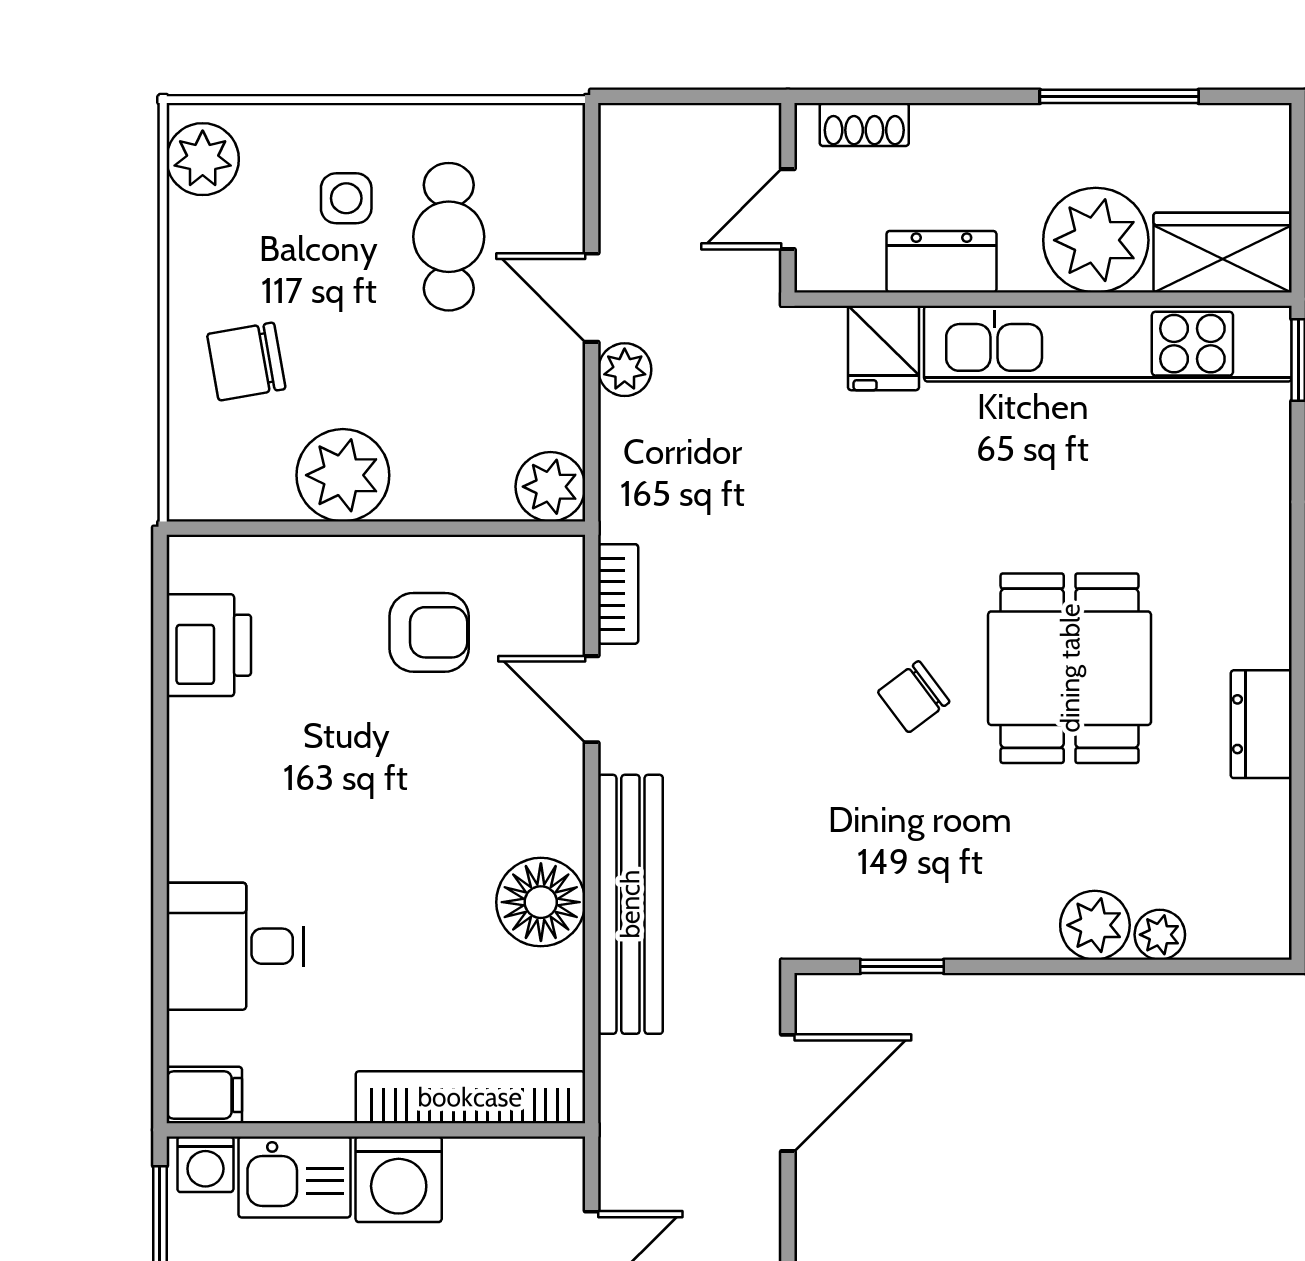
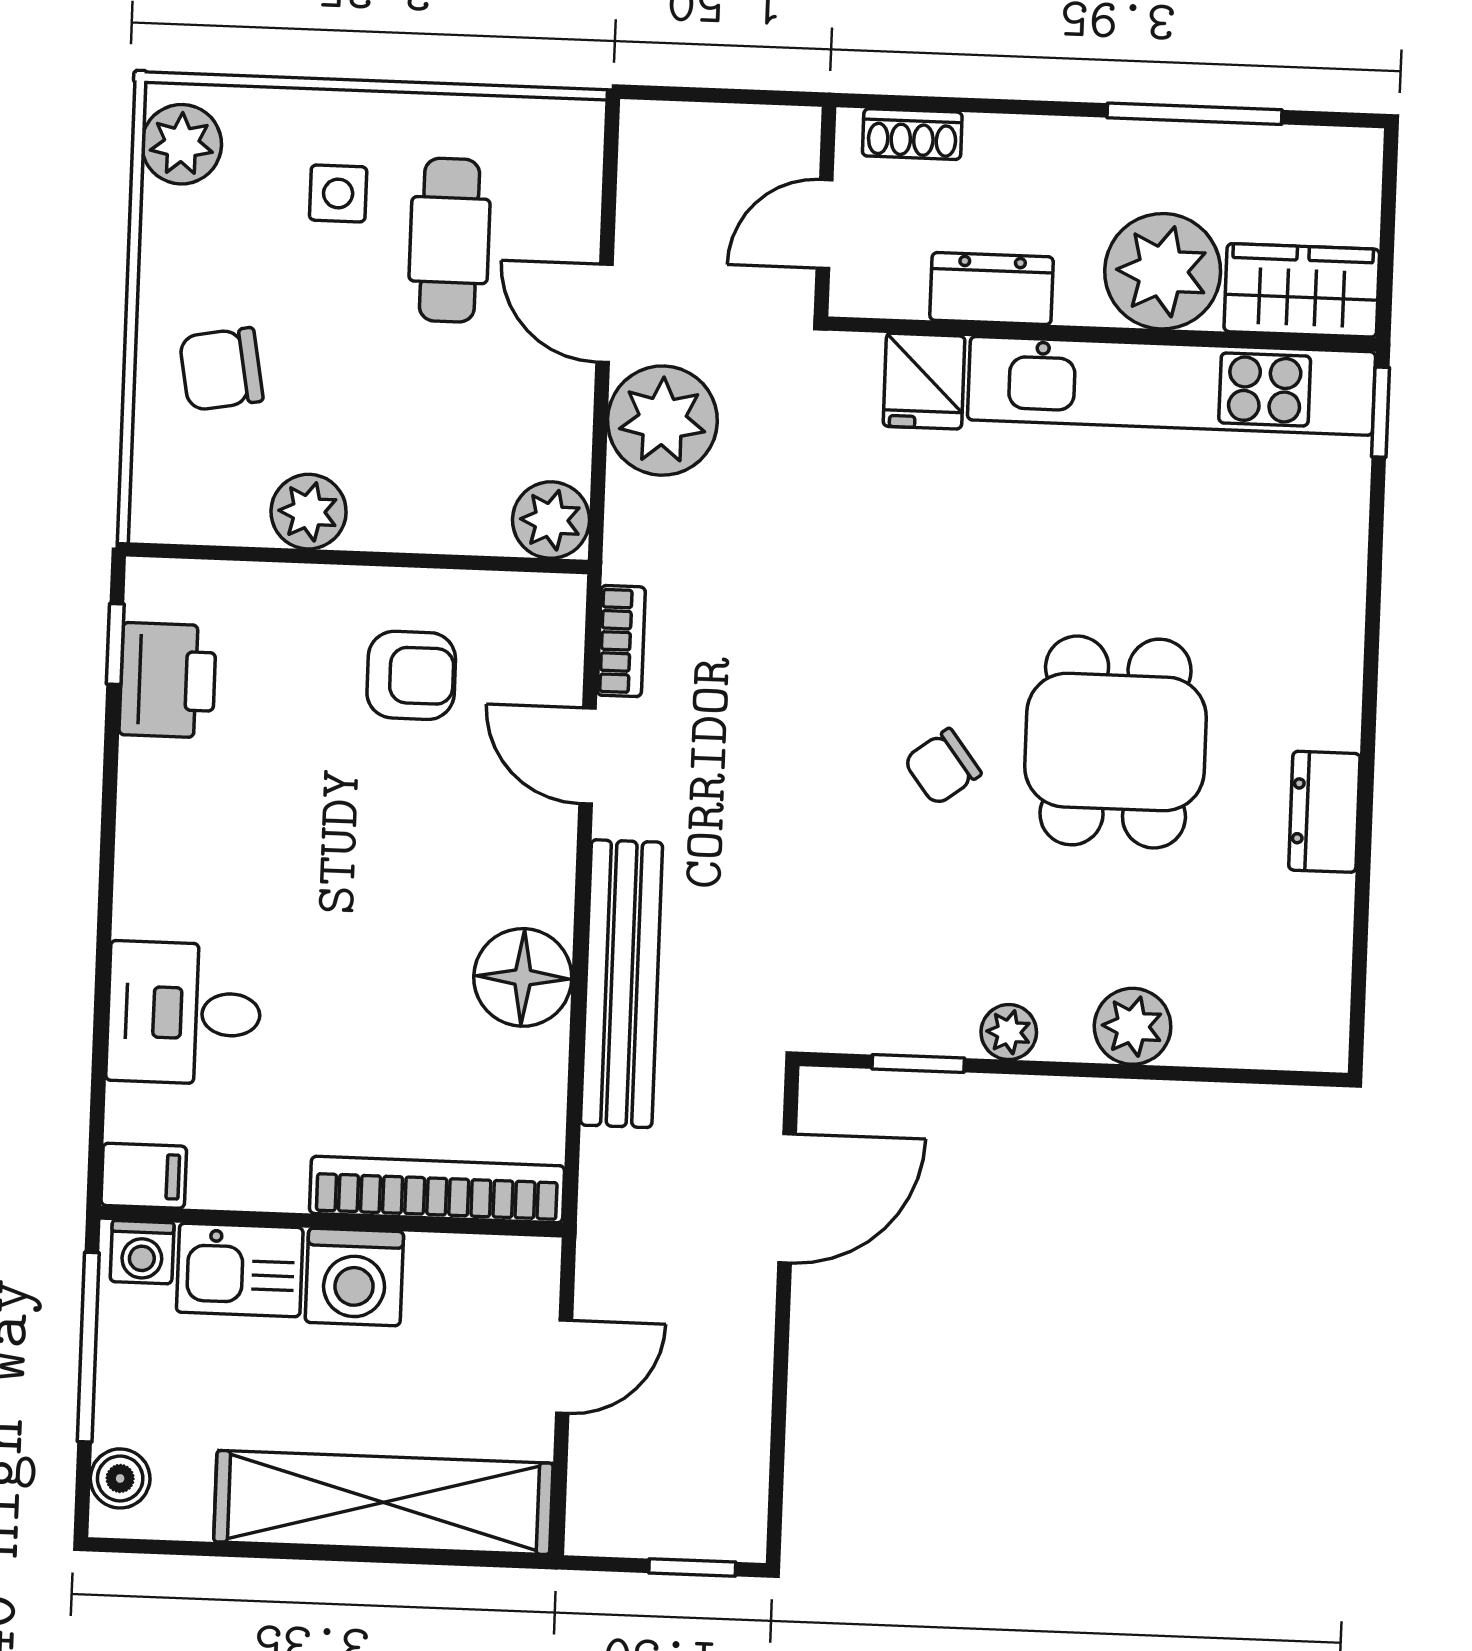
plant: (625, 370) -> (662, 421), width x1.88, depth x1.88
plant: (343, 475) -> (309, 512), width x0.73, depth x0.73
window: (160, 614) -> (115, 644), added
plant: (1160, 935) -> (1009, 1032), moved

